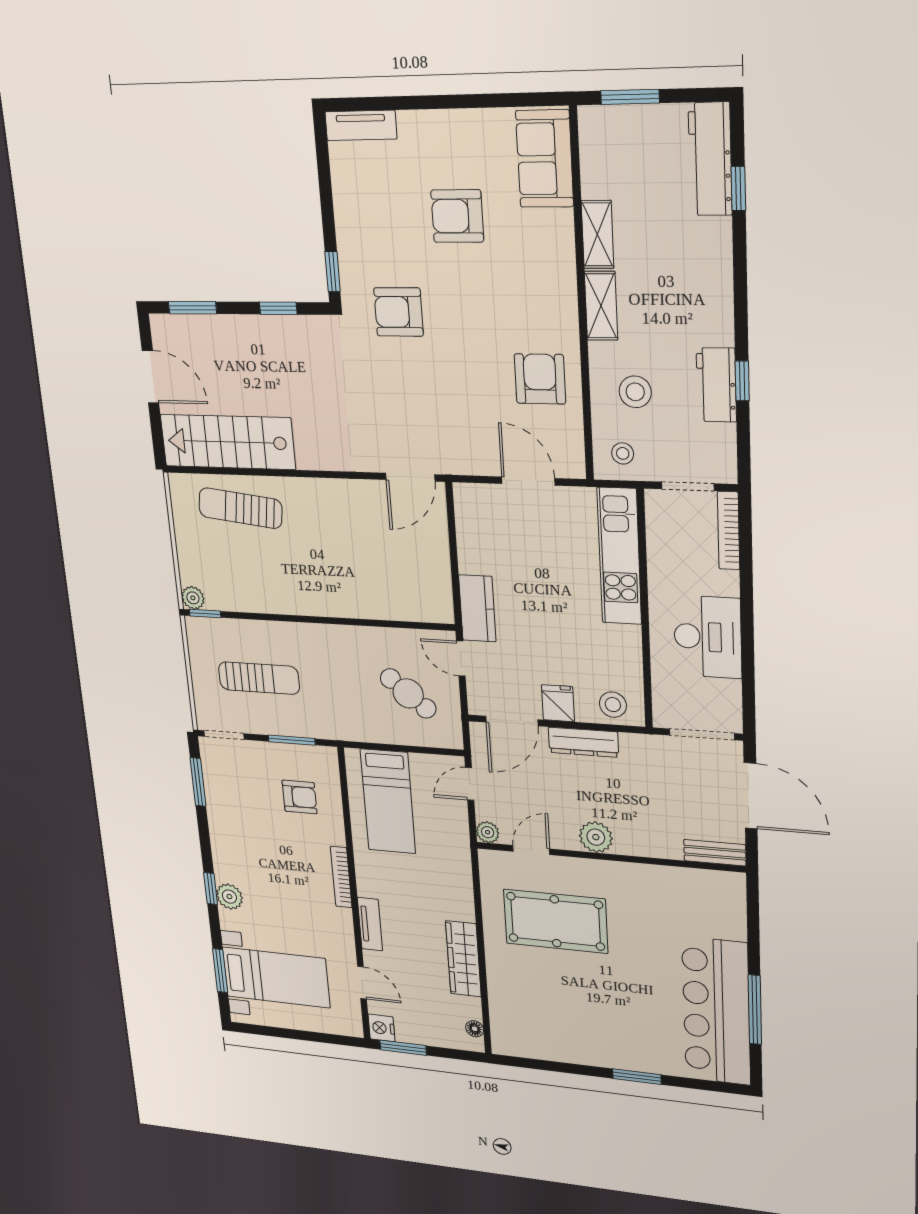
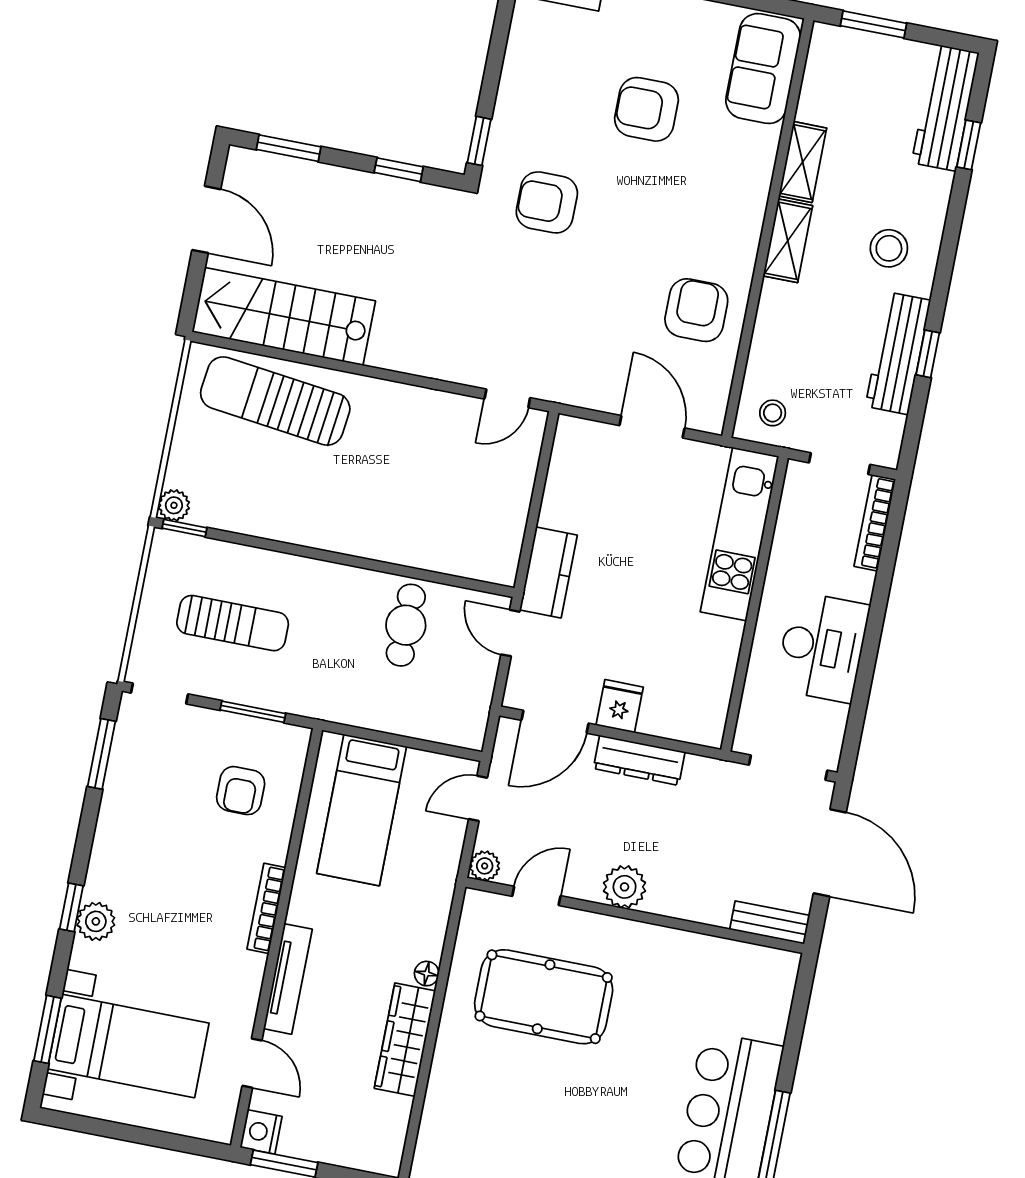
workbench: (716, 385) -> (898, 353), width x1.38
stool: (635, 392) -> (889, 248), moved
door: (410, 477) -> (507, 398), width x0.73
sun lounger: (240, 508) -> (275, 401), width x1.36, depth x1.34
cafe table: (408, 693) -> (406, 625), moved, turned 50
stool: (613, 705) -> (688, 716), removed
armchair: (300, 797) -> (241, 791), turned 90
tv unit: (370, 924) -> (288, 979), width x1.41
floor lamp: (475, 1029) -> (427, 974), moved

